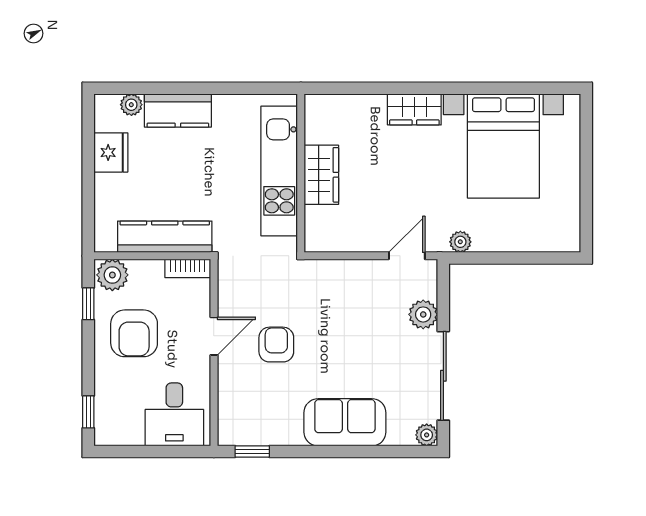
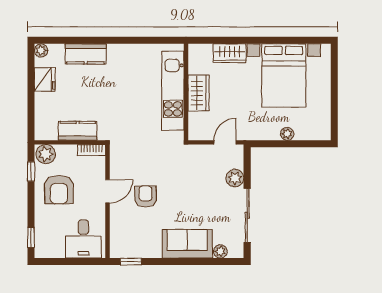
plant: (131, 105) -> (41, 50), moved
kitchen unit: (279, 171) -> (173, 91), moved
wall: (301, 173) -> (186, 92), moved
wardrobe: (321, 175) -> (199, 93), moved
kitchen counter: (165, 237) -> (78, 131), width x0.67
plant: (460, 242) -> (287, 134), moved
plant: (427, 435) -> (220, 251), moved

